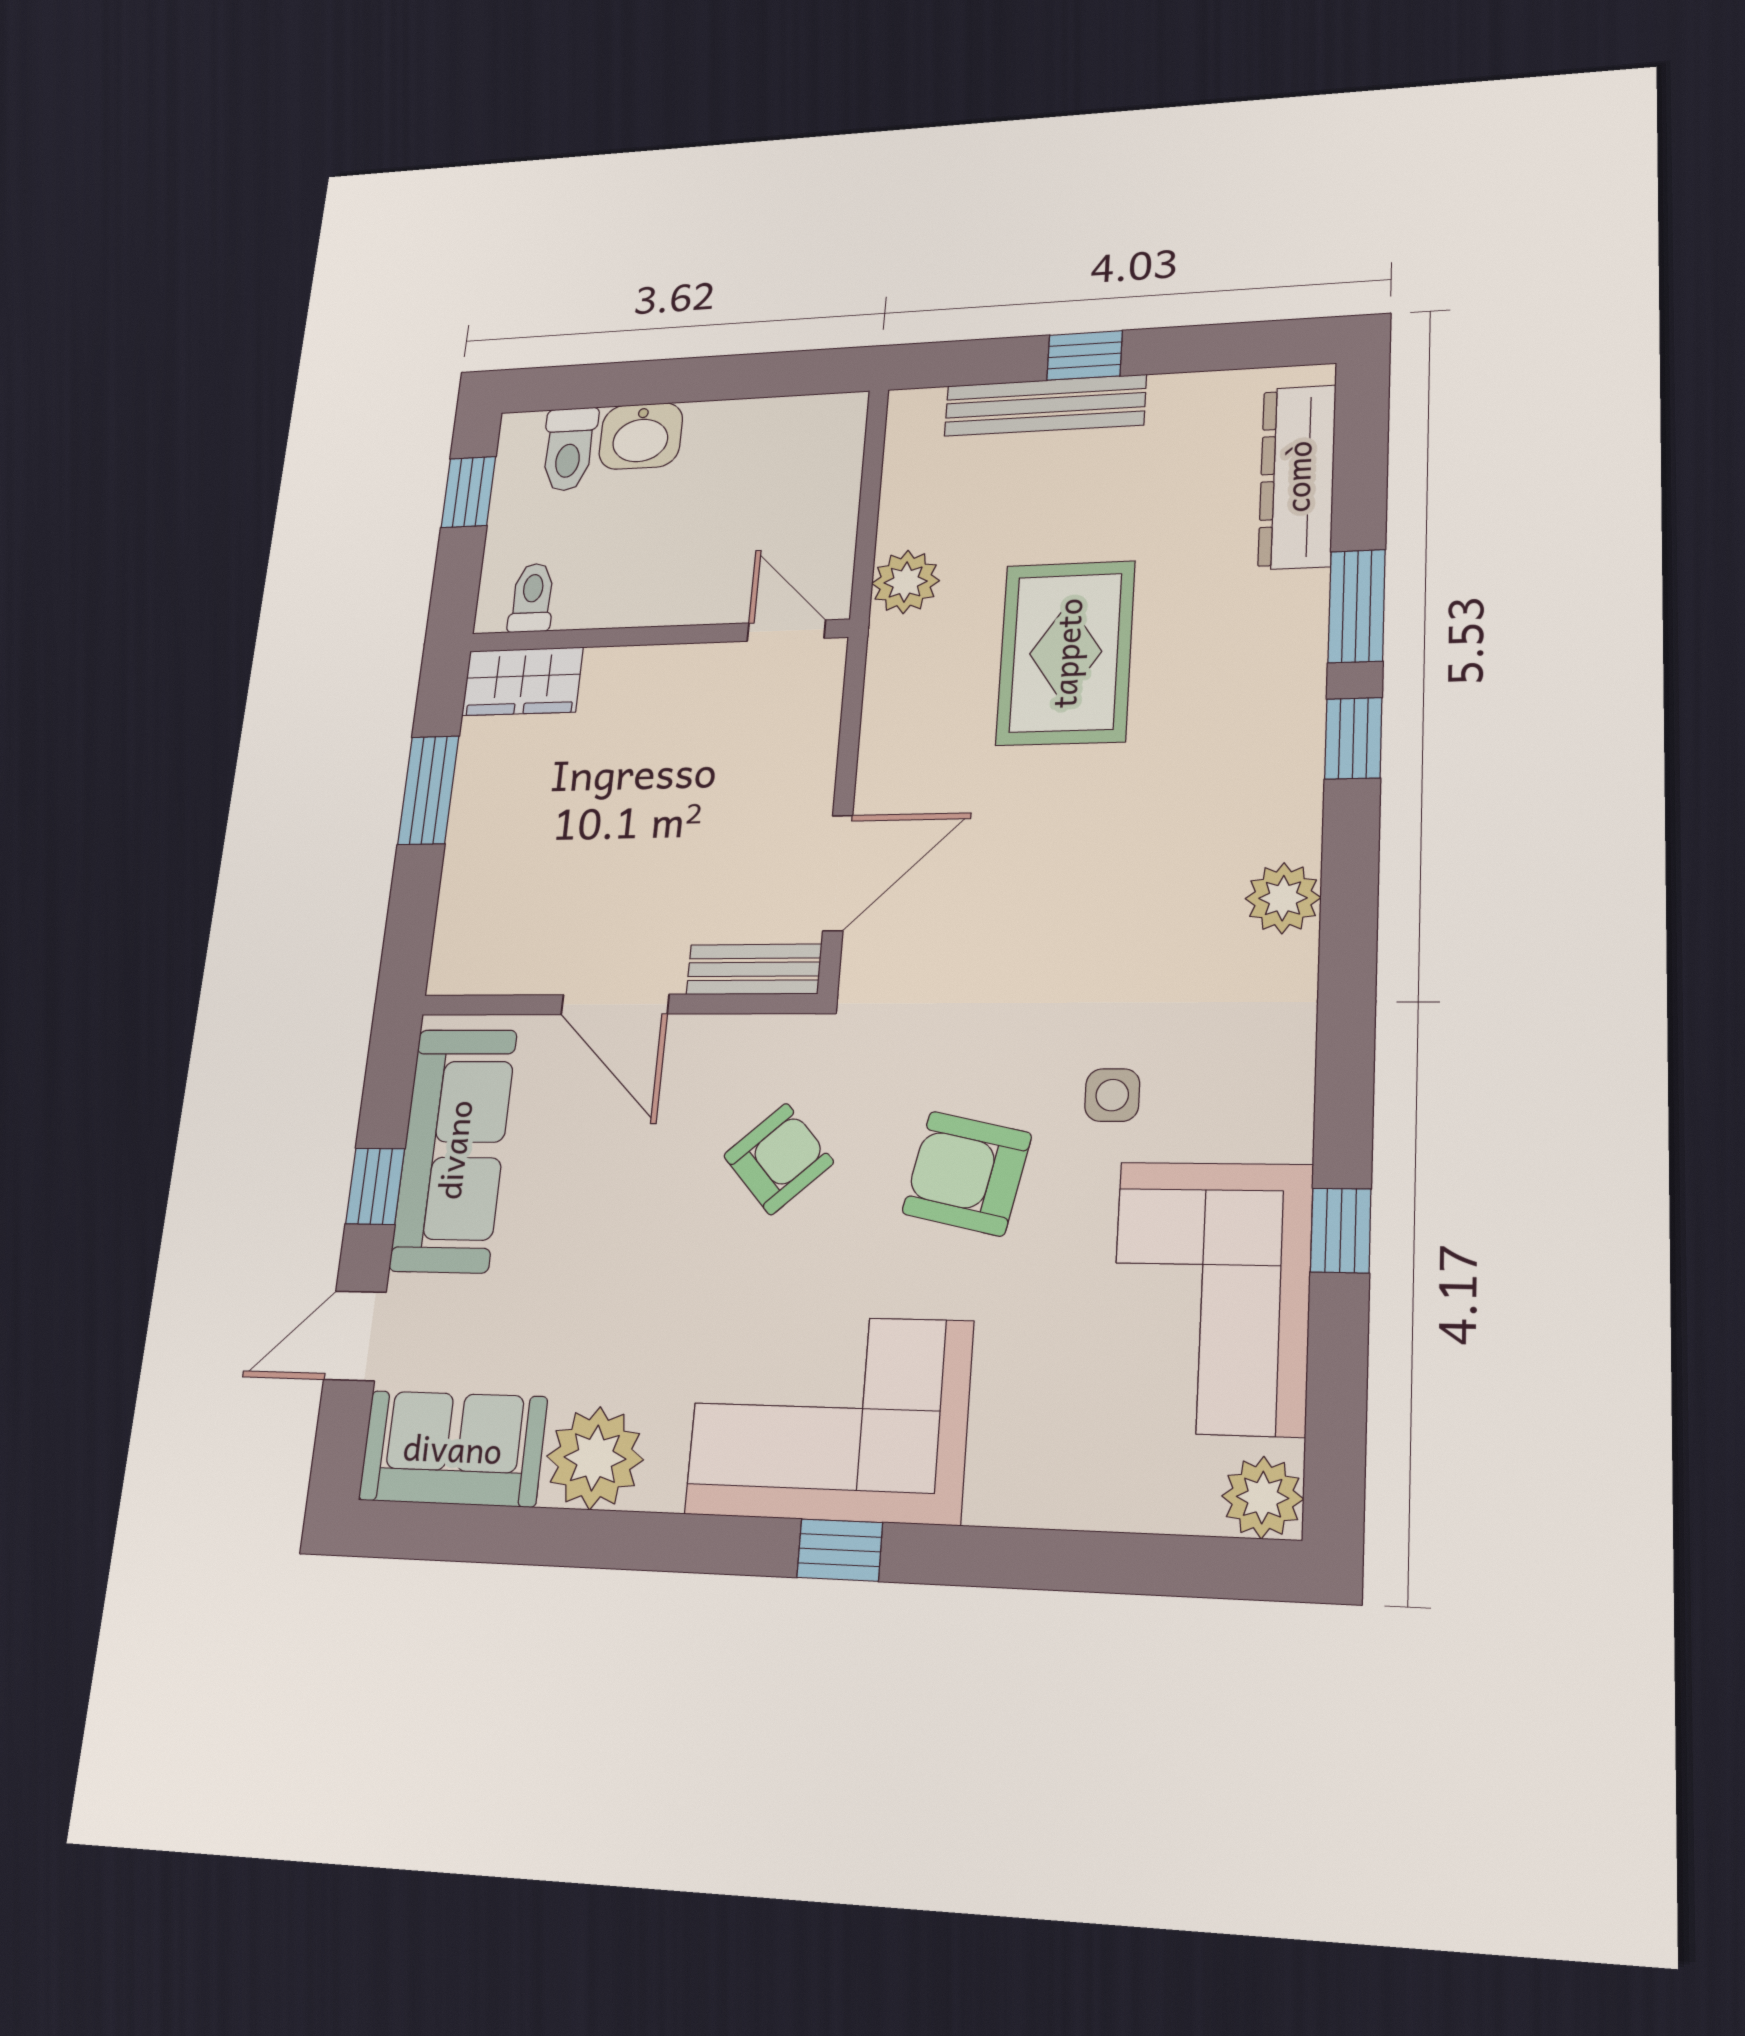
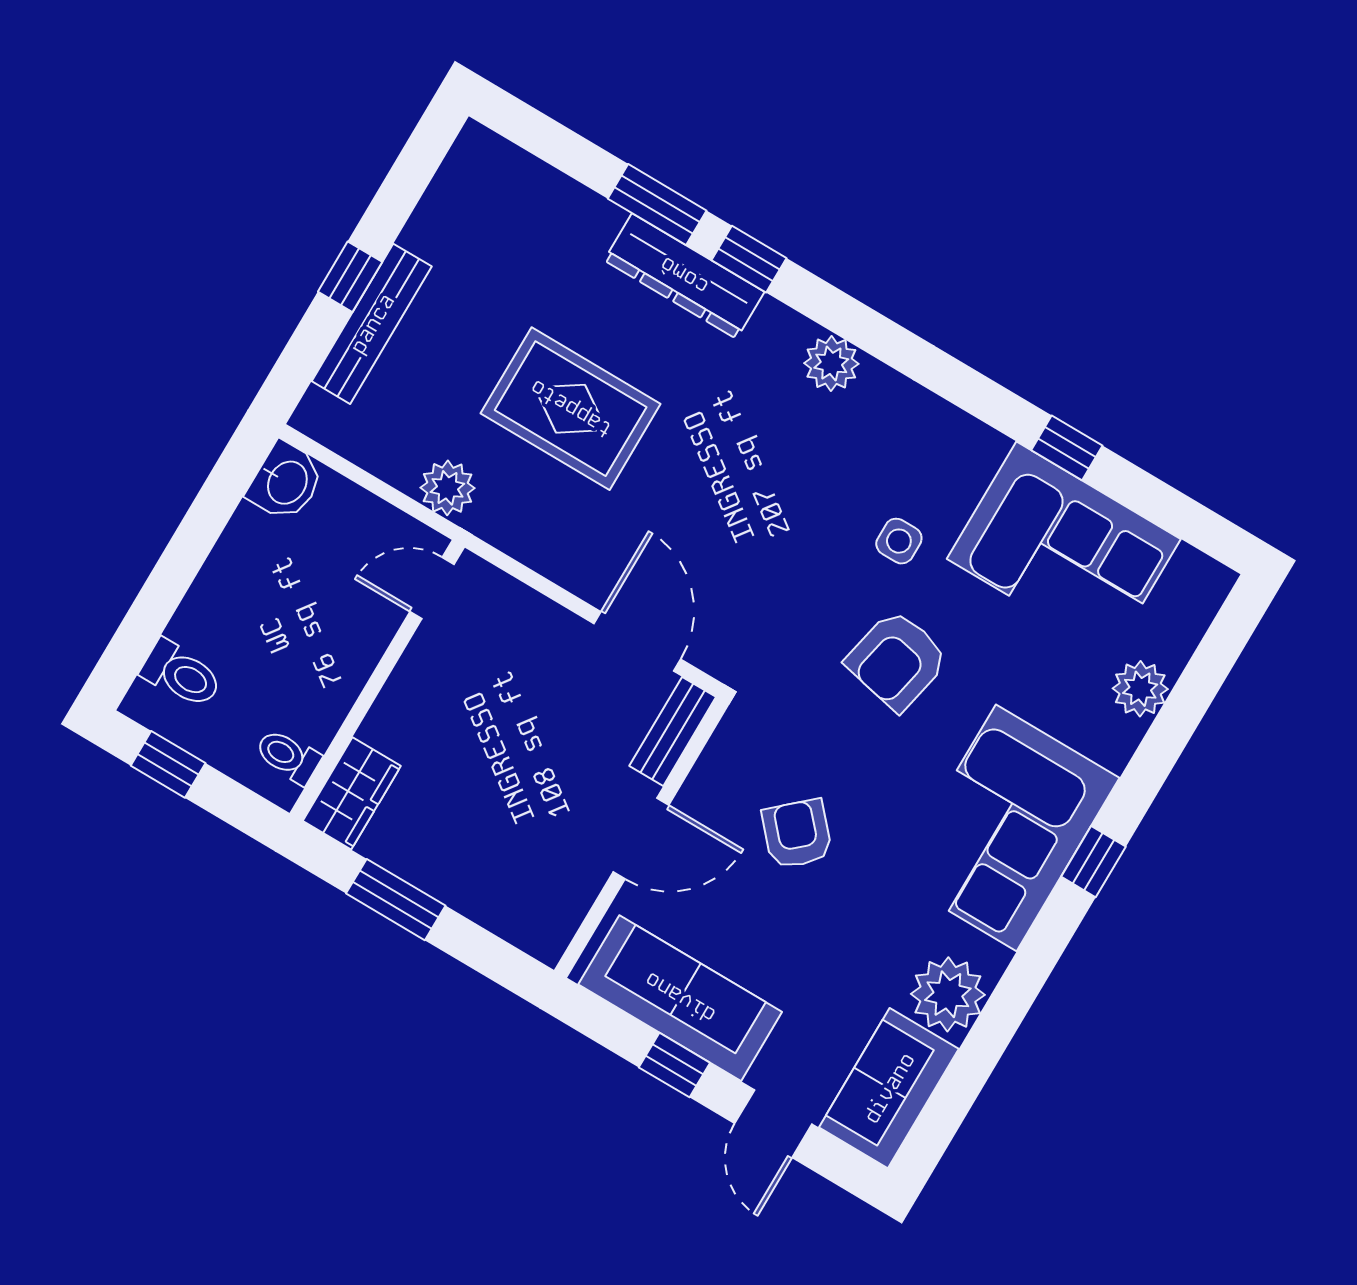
washbasin: (641, 436) -> (286, 482), moved
dresser: (1297, 477) -> (684, 276), moved
armchair: (779, 1159) -> (797, 834), moved
plant: (1263, 1497) -> (1140, 689), moved

